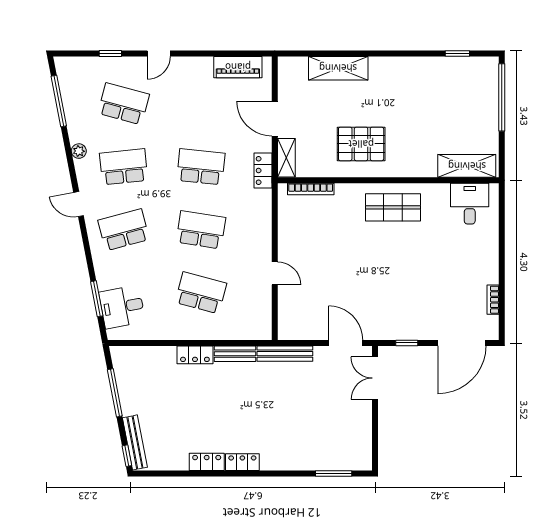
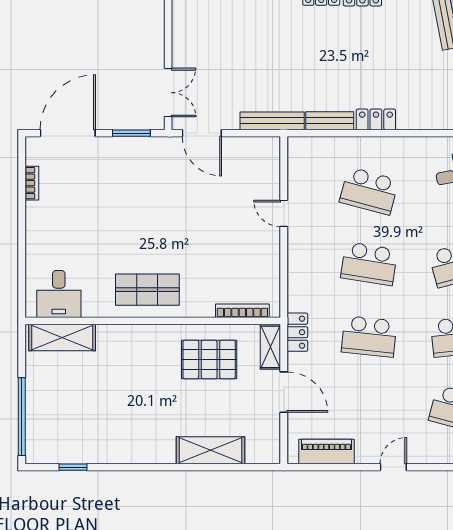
door: (159, 54) -> (393, 467), moved
pallet: (361, 144) -> (209, 359), moved
window: (407, 343) -> (131, 133), width x1.50

